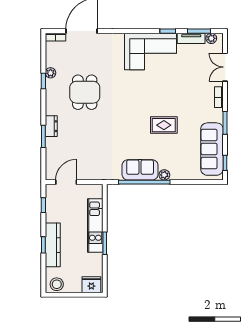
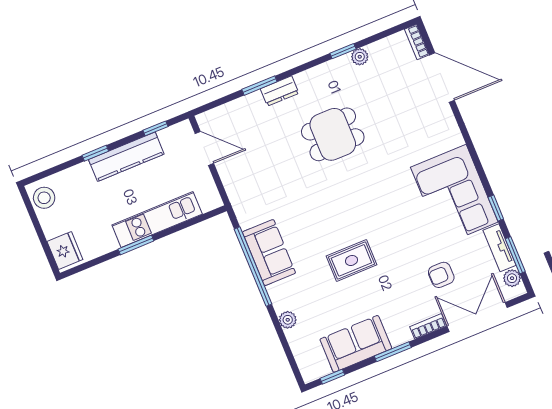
double door: (225, 67) -> (477, 317), width x1.37
armchair: (193, 78) -> (441, 275), added
dining table: (85, 92) -> (333, 134), moved
rug: (164, 125) -> (351, 260), turned 90
sofa: (212, 149) -> (356, 344), width x0.73
plant: (164, 175) -> (288, 320), moved
kitchen counter: (53, 245) -> (126, 157), moved

